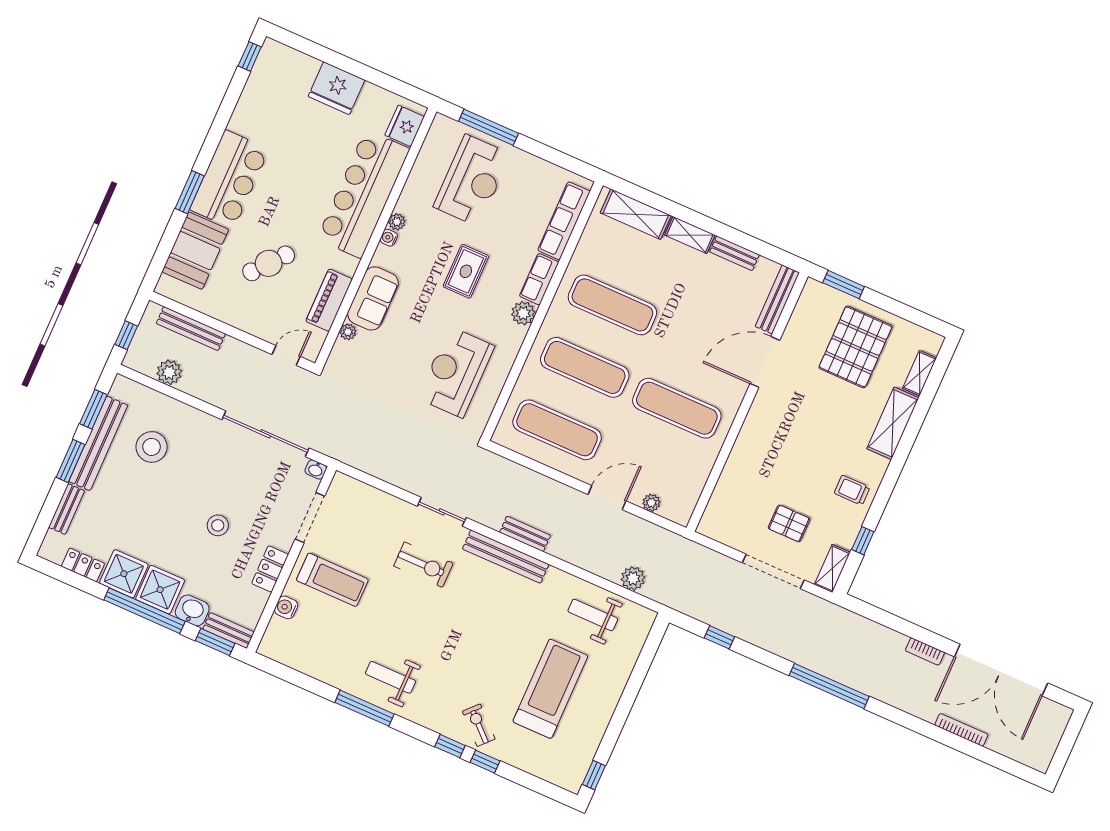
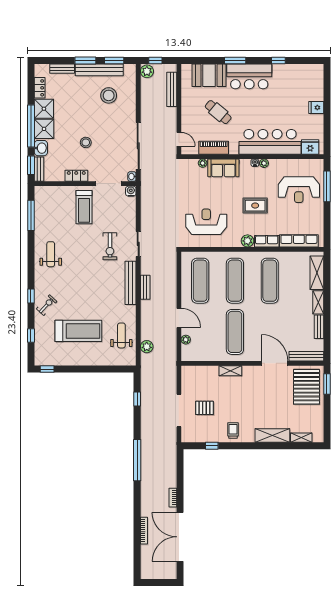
window: (250, 56) -> (278, 61), moved
fridge: (336, 88) -> (316, 108), width x0.53, depth x0.75
pallet: (856, 347) -> (306, 387), moved, turned 90
plant: (169, 372) -> (147, 71), moved
pallet: (789, 523) -> (204, 408), turned 90
shelving: (832, 568) -> (230, 371), moved
water cooler: (286, 607) -> (131, 191), moved
window: (364, 708) -> (31, 215), moved
window: (485, 762) -> (31, 335), moved

